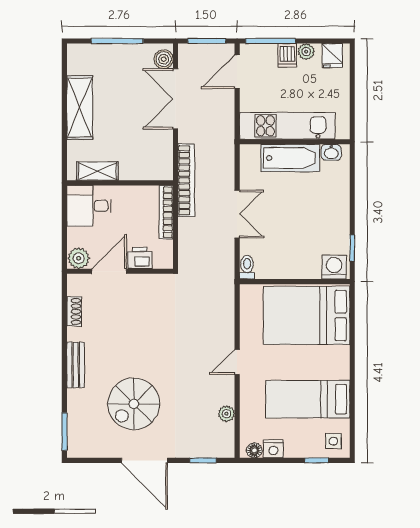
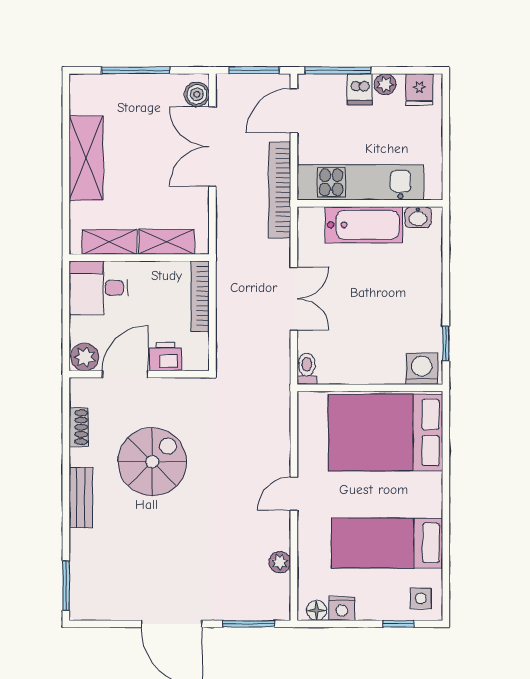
shelving: (141, 171) -> (167, 242), added
bookcase: (186, 180) -> (280, 190), moved, turned 180
spiral stairs: (134, 404) -> (152, 462), moved, turned 180
window: (203, 460) -> (249, 624), width x1.50

